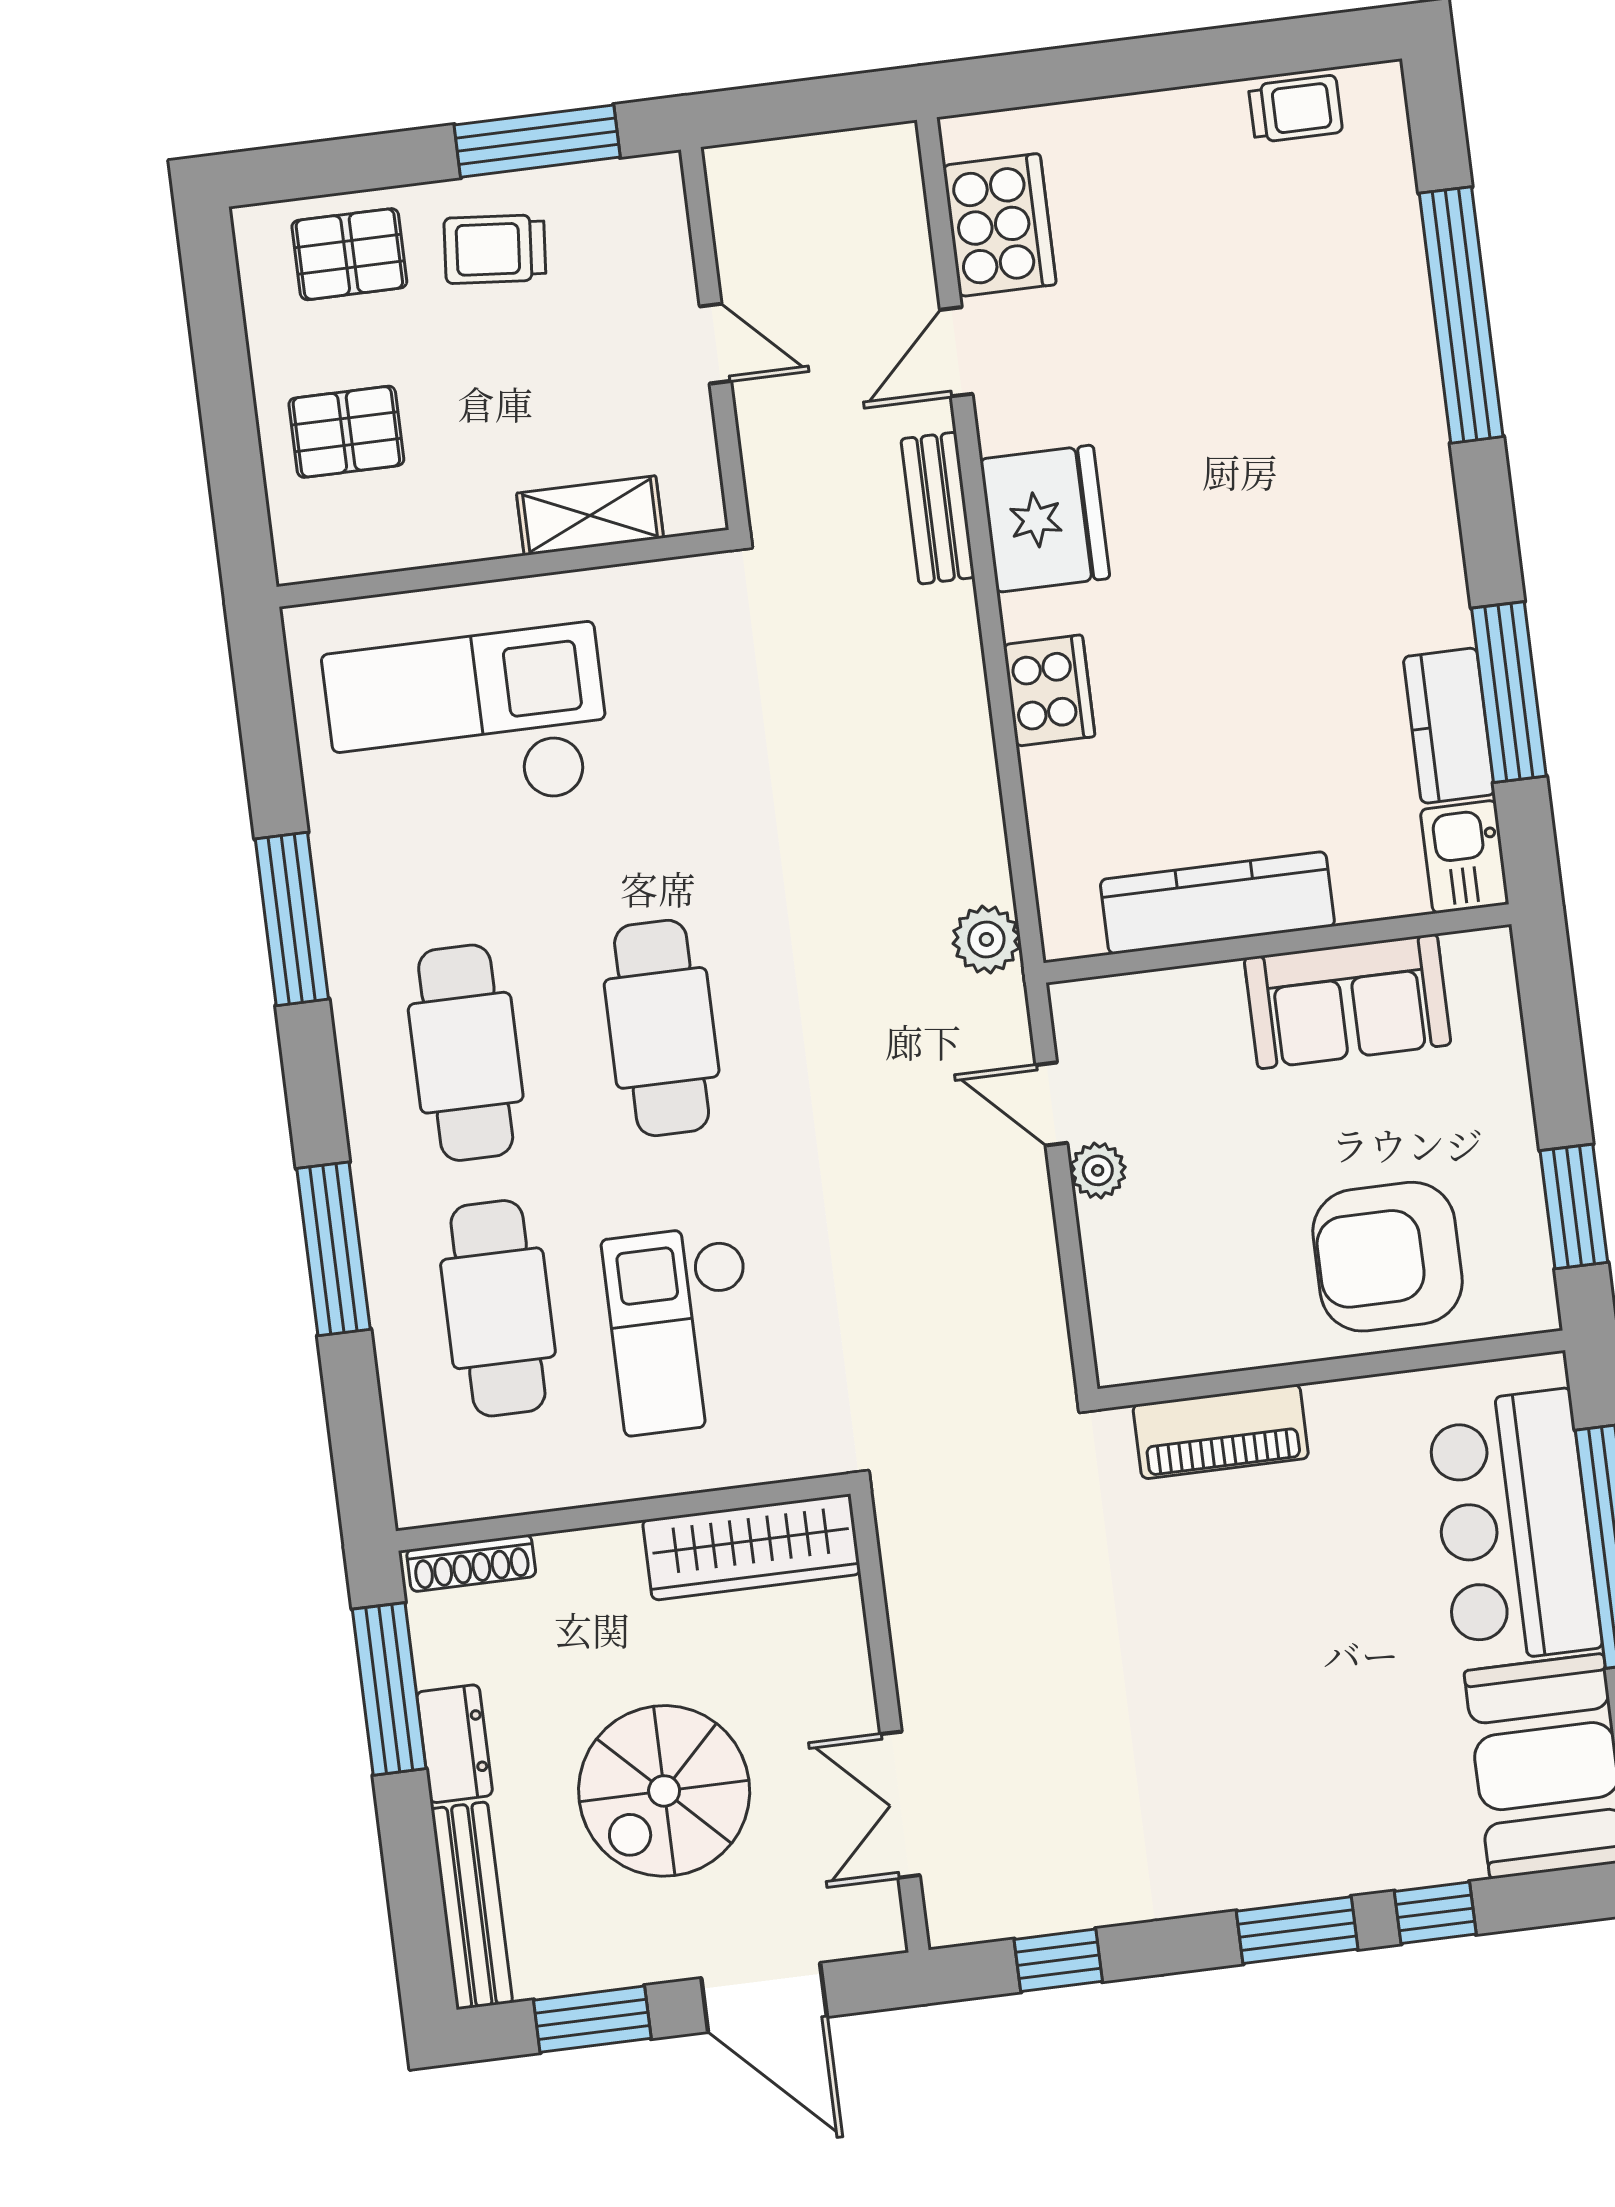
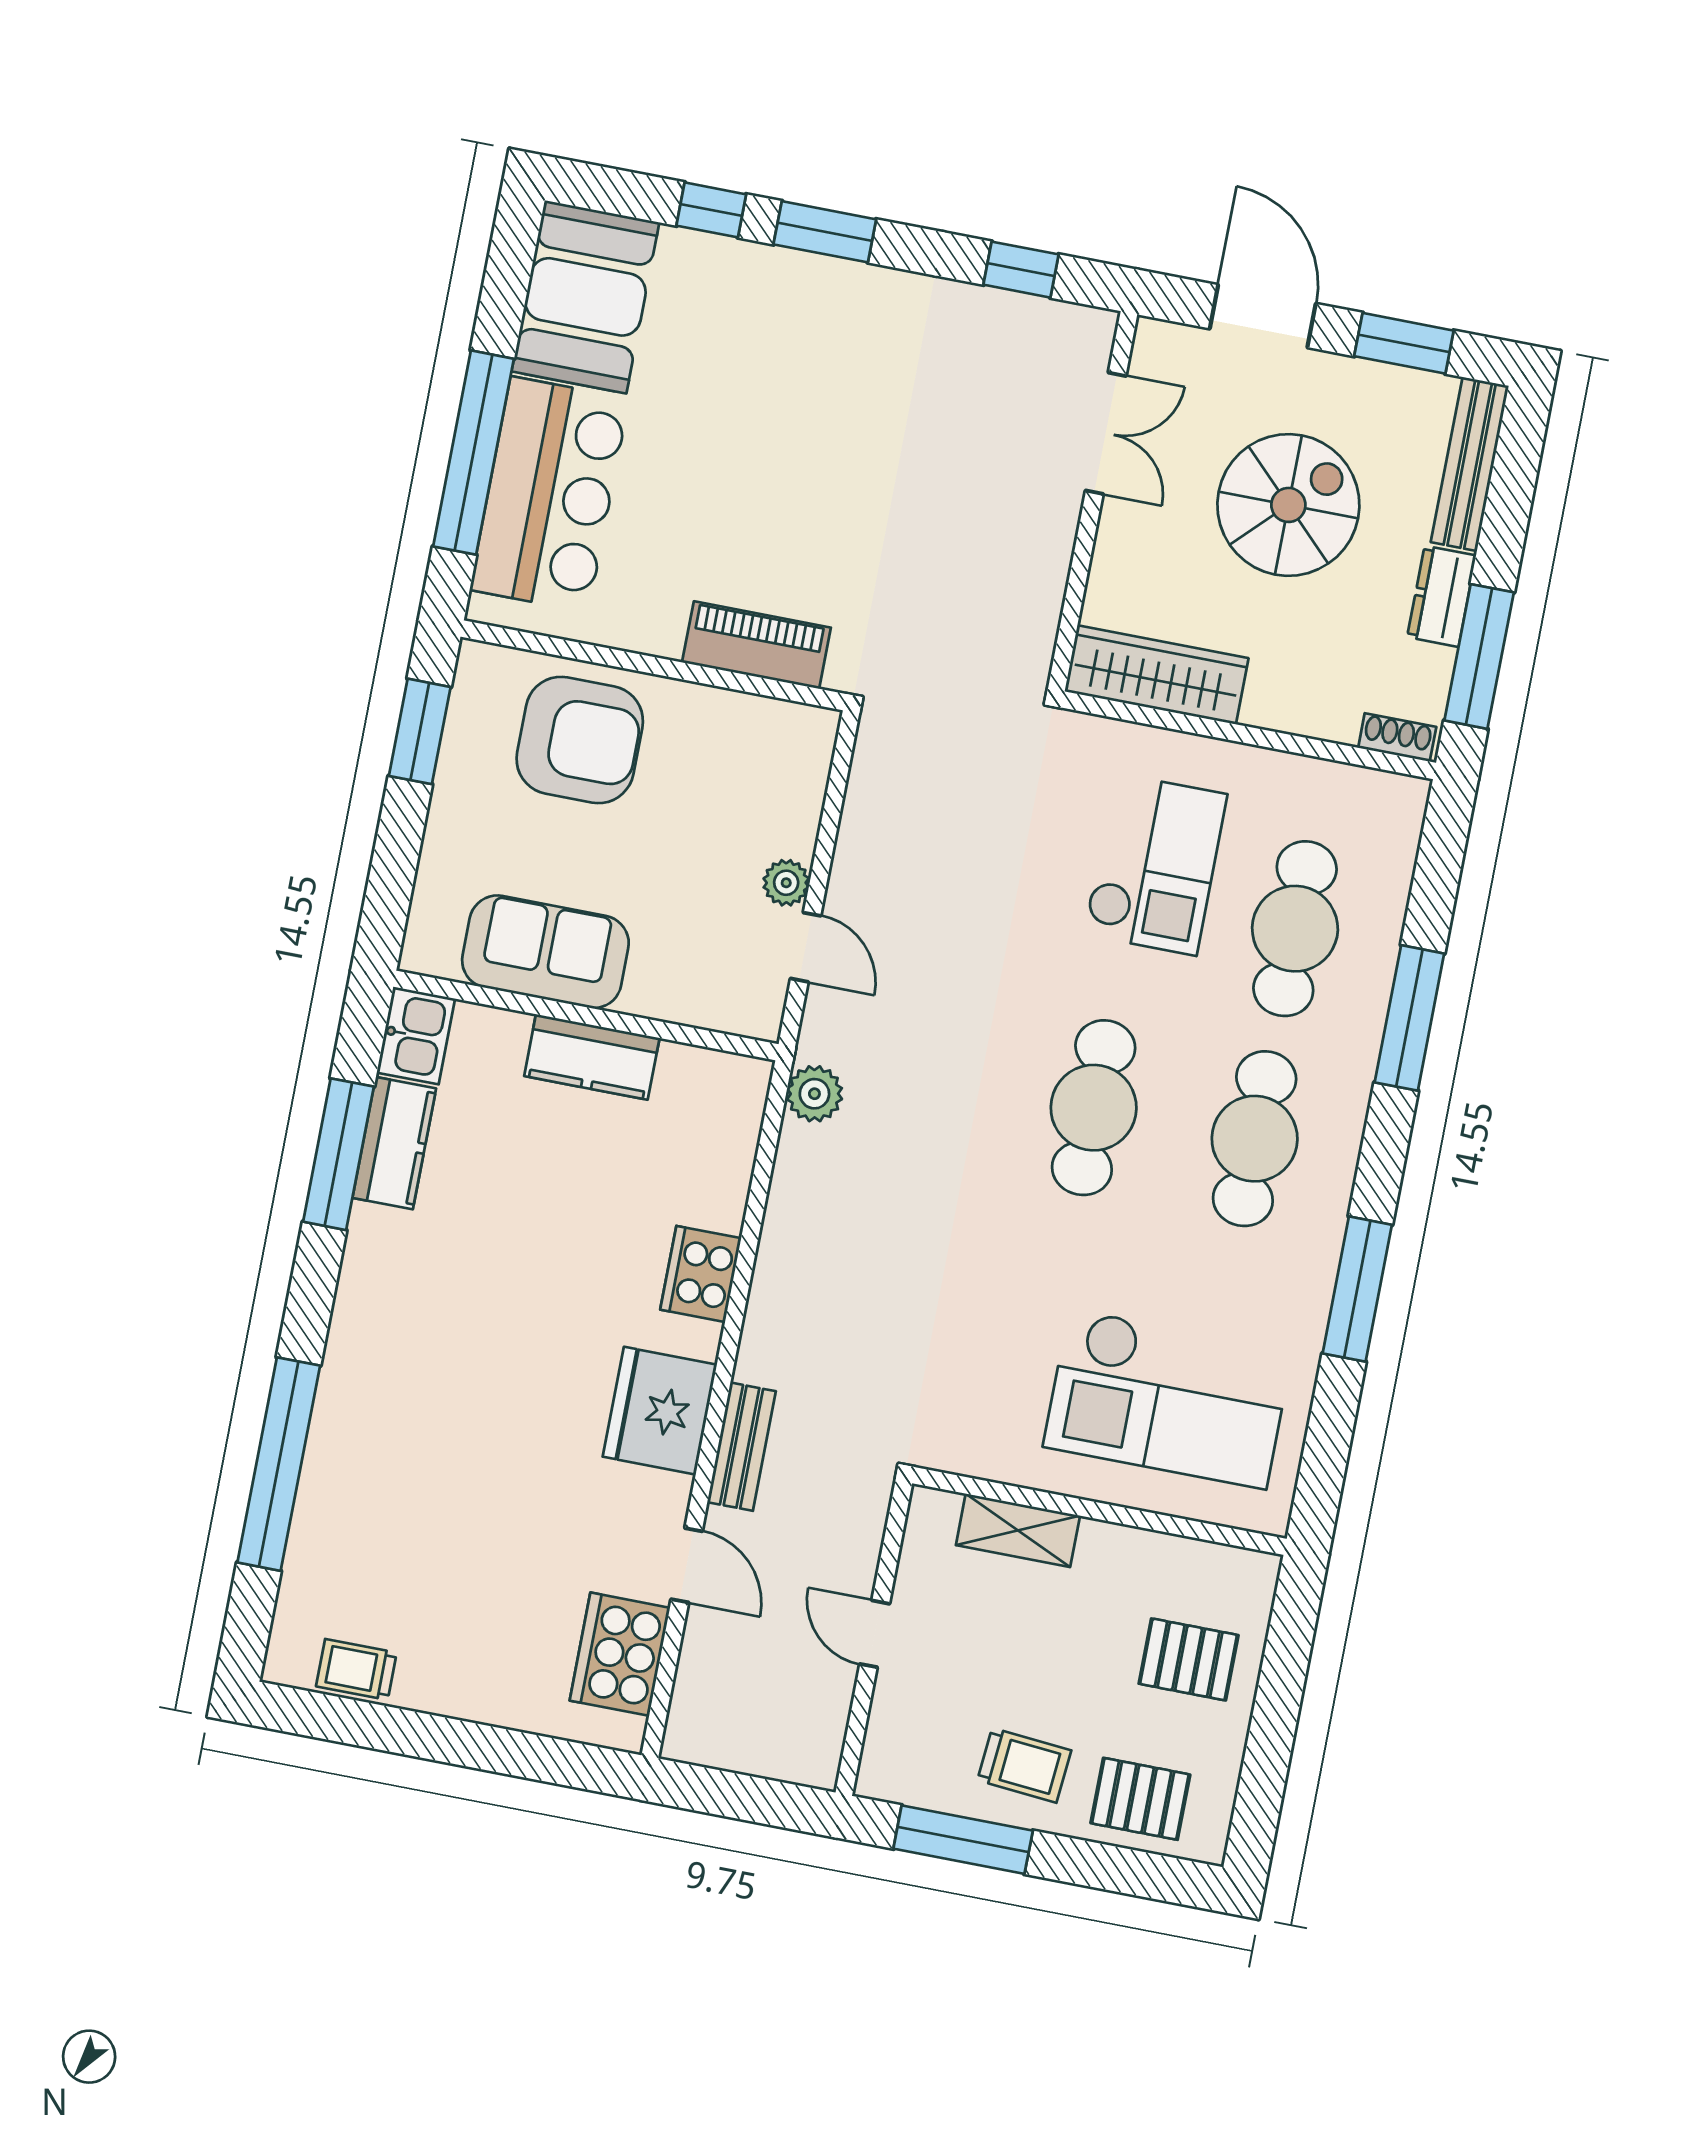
door: (956, 352) -> (687, 1565), hinge flipped
kitchen counter: (1217, 903) -> (592, 1057), width x0.67
shoe rack: (471, 1563) -> (1397, 737), width x0.70

